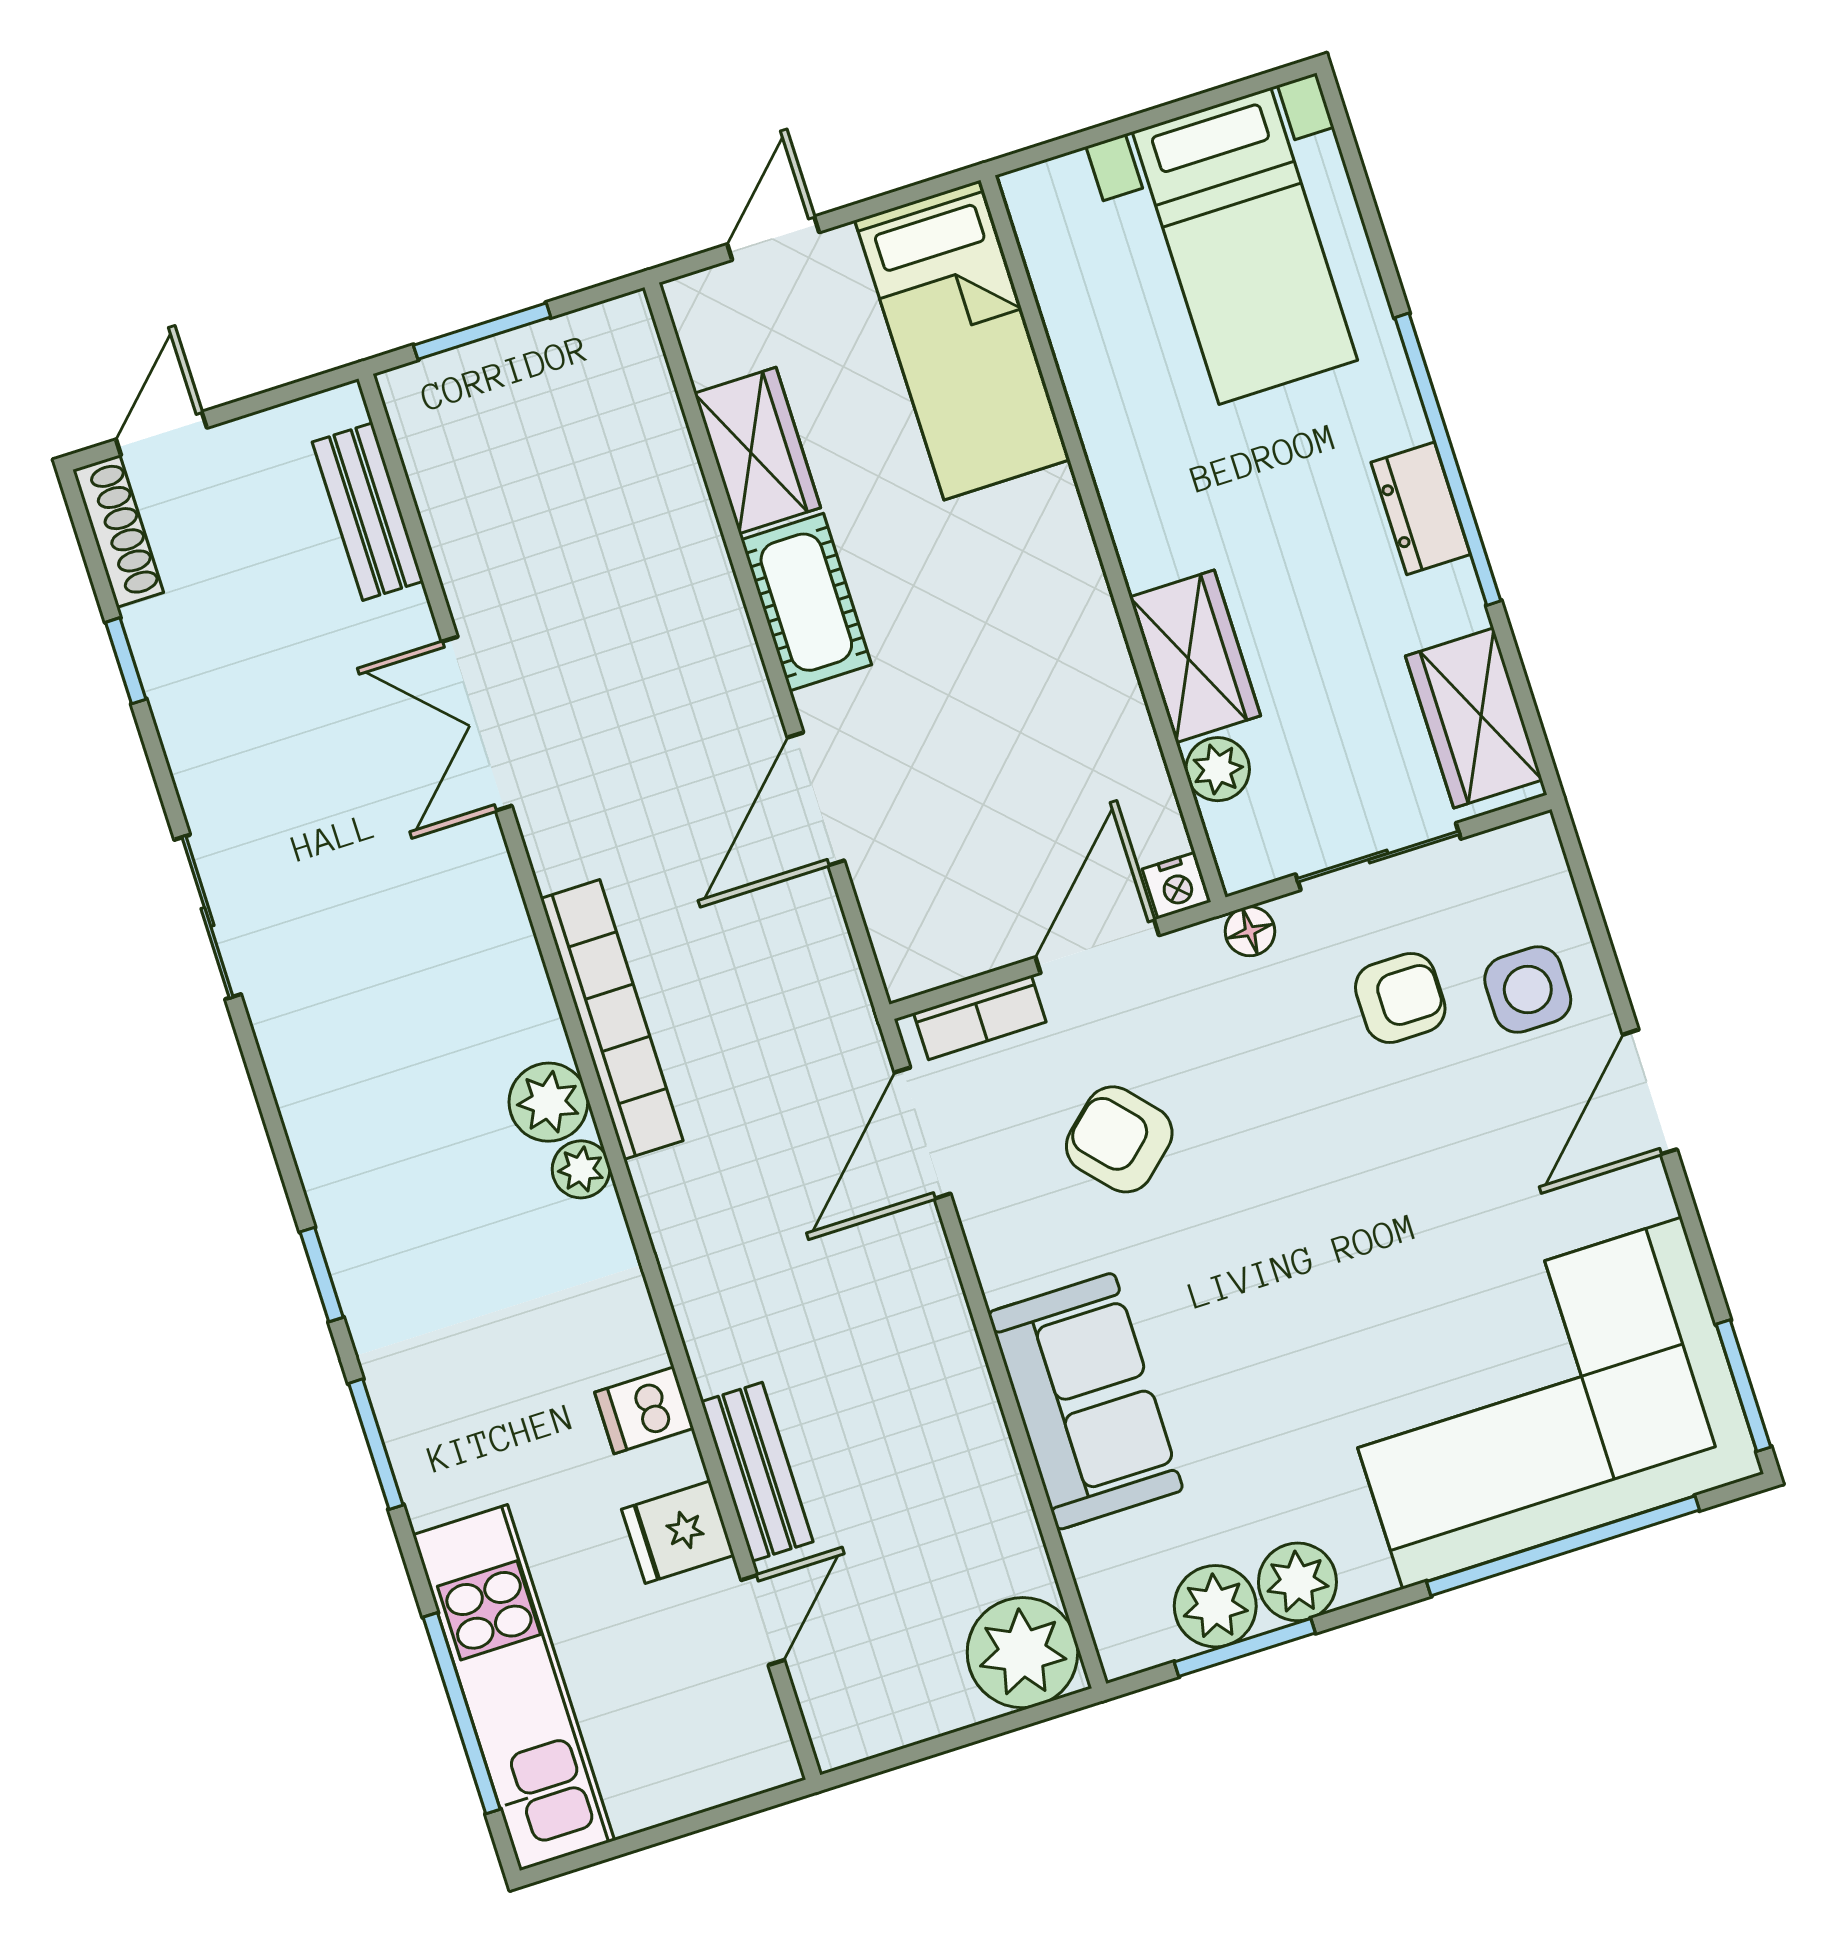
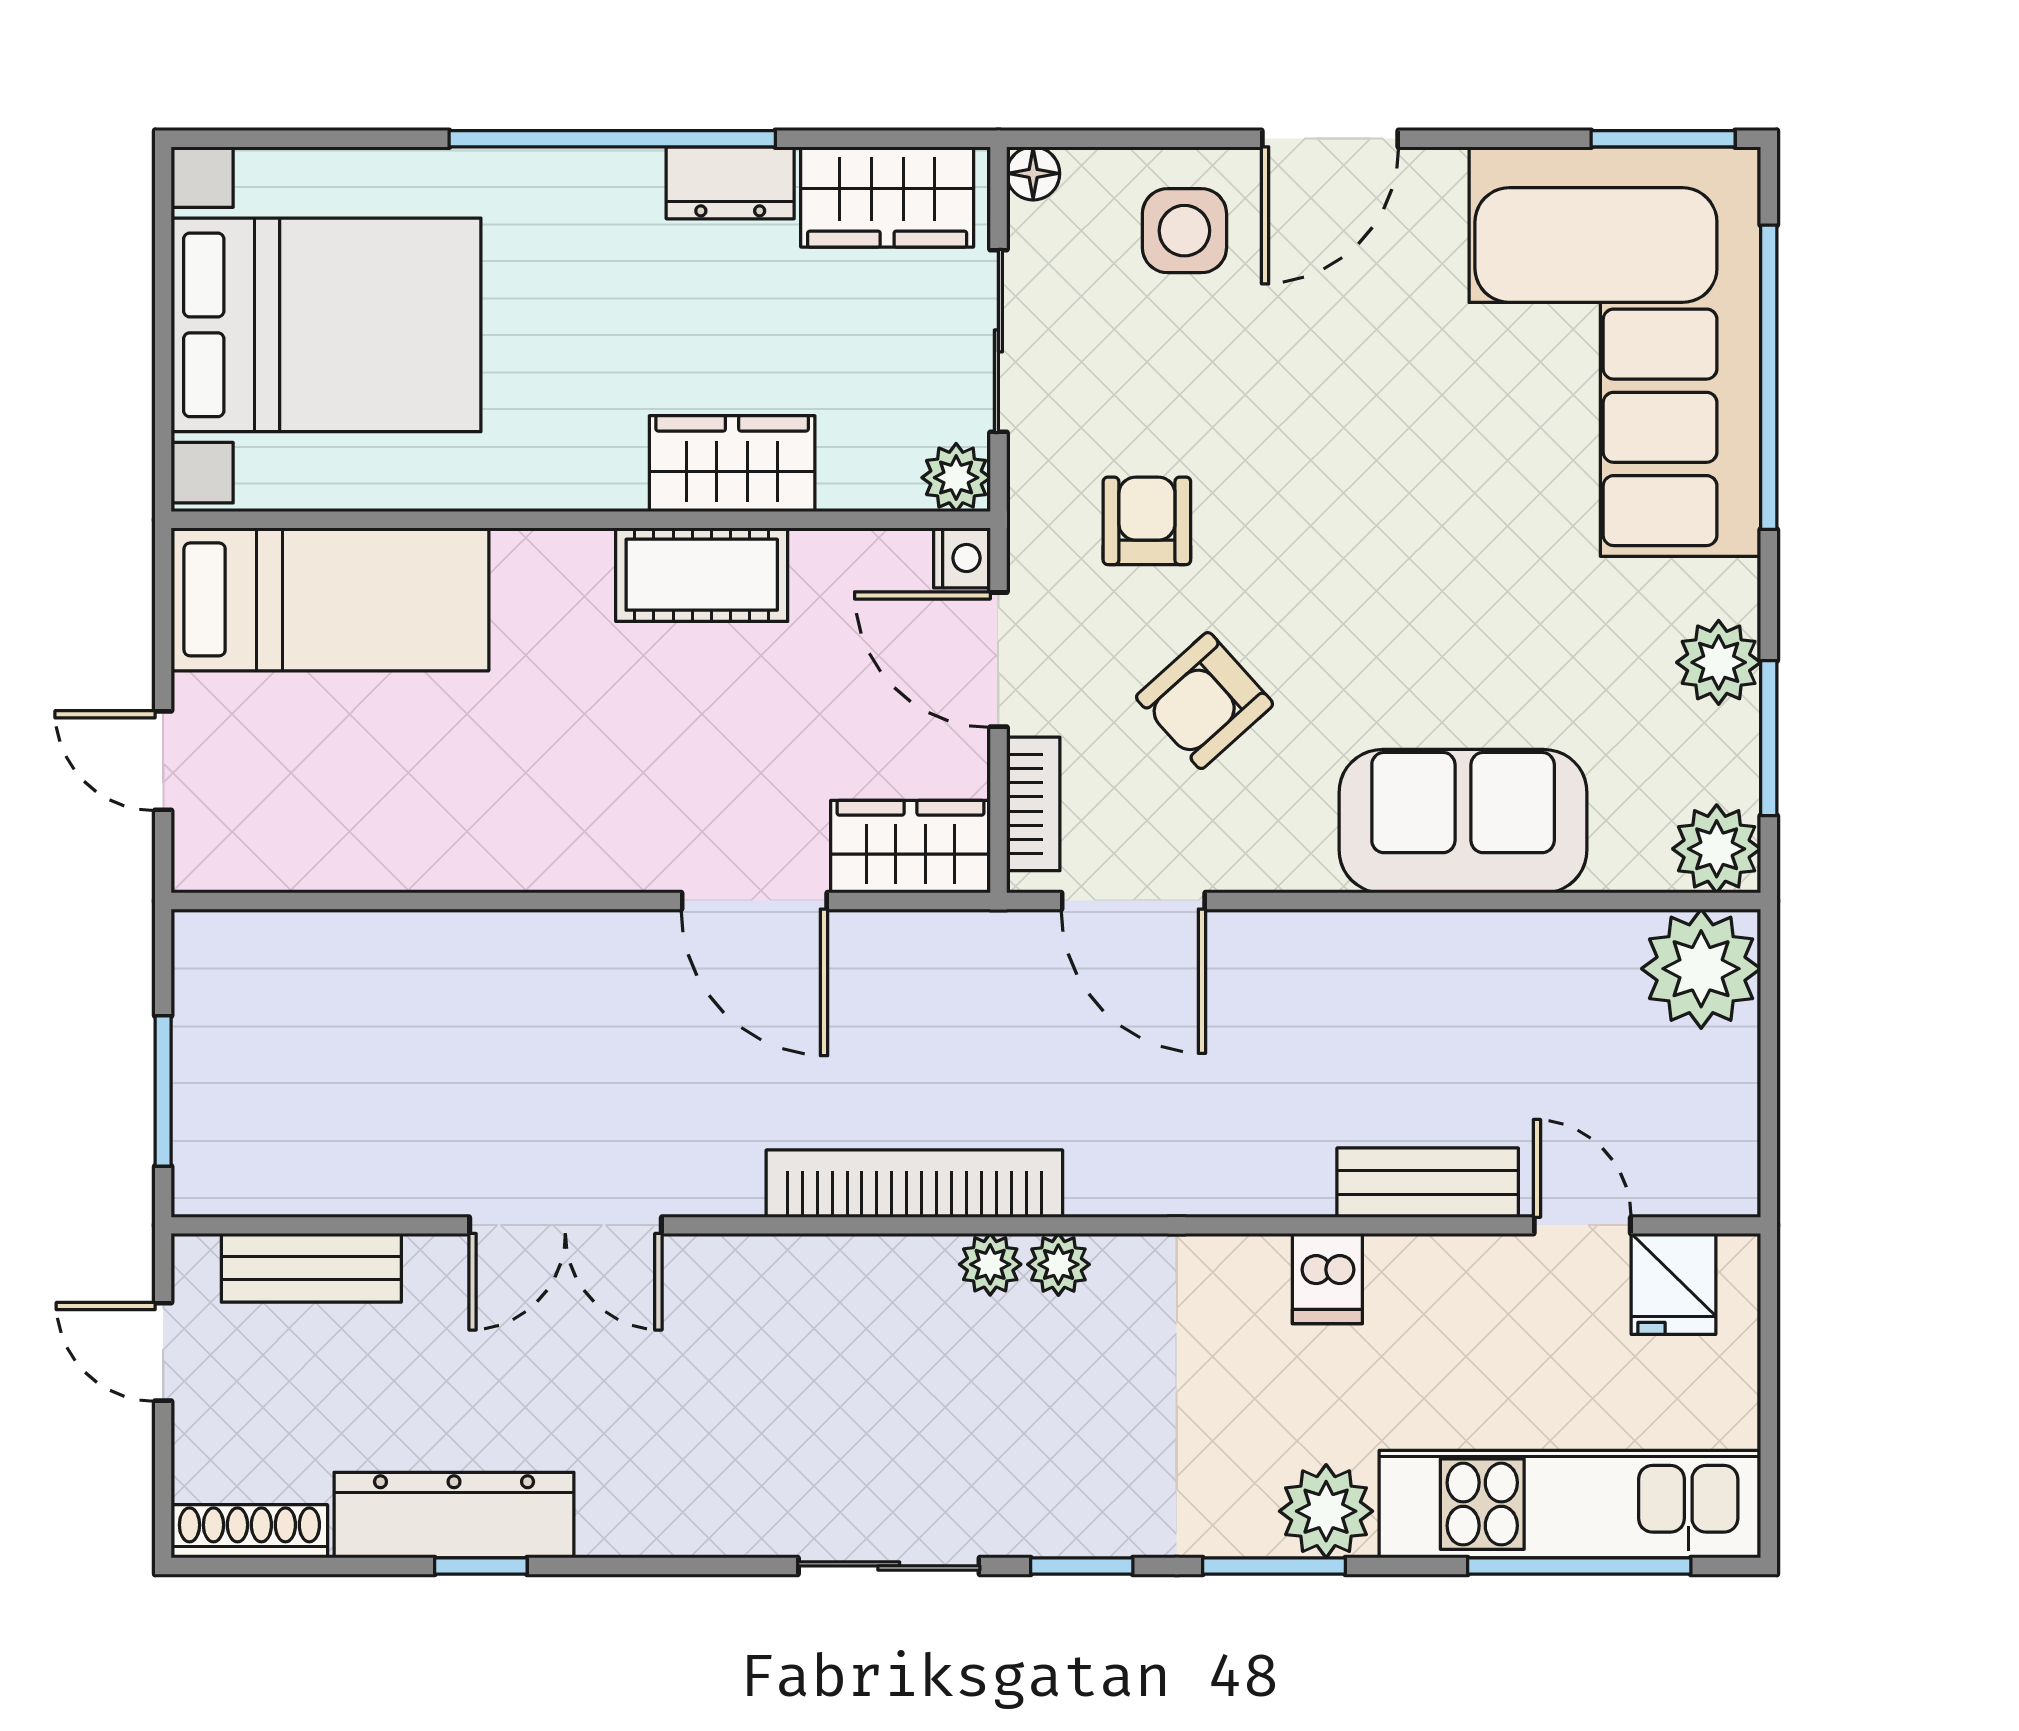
bed with nightstands: (1245, 246) -> (326, 325), width x1.36
door: (161, 434) -> (163, 1352), moved
wardrobe: (757, 450) -> (911, 847), moved
dresser: (1421, 508) -> (730, 183), moved
cot: (806, 602) -> (702, 575), moved
window: (126, 661) -> (481, 1566), moved
dresser: (190, 707) -> (454, 1515), added
plant: (1218, 769) -> (956, 478), moved
sliding door: (208, 917) -> (889, 1566), moved
floor lamp: (1250, 931) -> (1033, 173), moved
armchair: (1400, 998) -> (1147, 521), moved
door: (1650, 1092) -> (1330, 139), hinge flipped
plant: (548, 1102) -> (990, 1264), width x0.73, depth x0.73
plant: (439, 1475) -> (1326, 1511), added
fridge: (678, 1532) -> (1673, 1284), moved
plant: (1215, 1606) -> (1717, 849), moved

